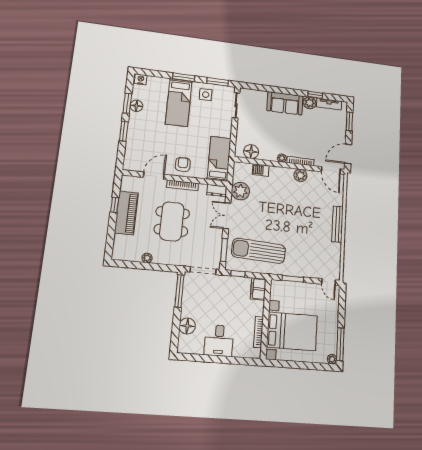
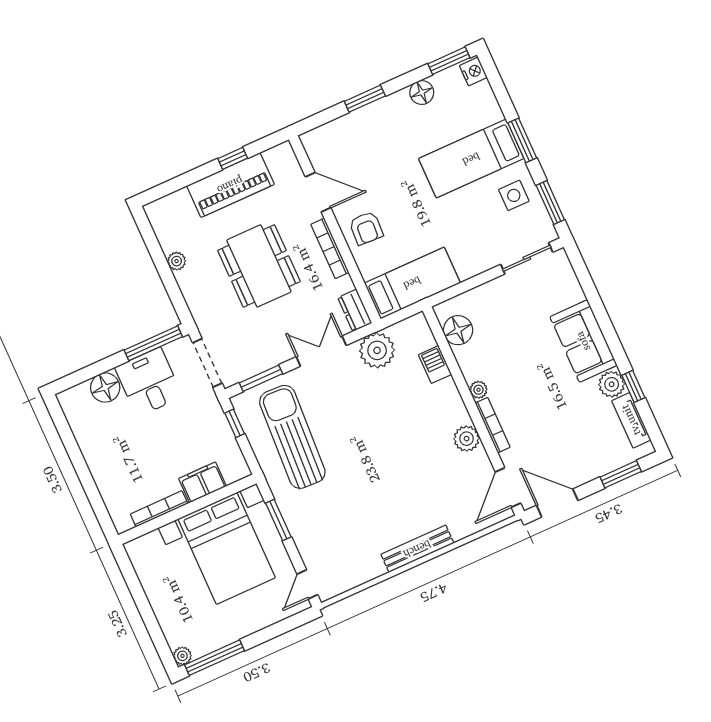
window: (127, 103) -> (449, 61), moved
armchair: (183, 164) -> (366, 228), turned 93
dining table: (172, 221) -> (259, 266), turned 90
filing cabinet: (258, 289) -> (203, 482), moved
bed with nightstands: (292, 331) -> (227, 548), moved
desk: (219, 340) -> (149, 382), moved, turned 90

